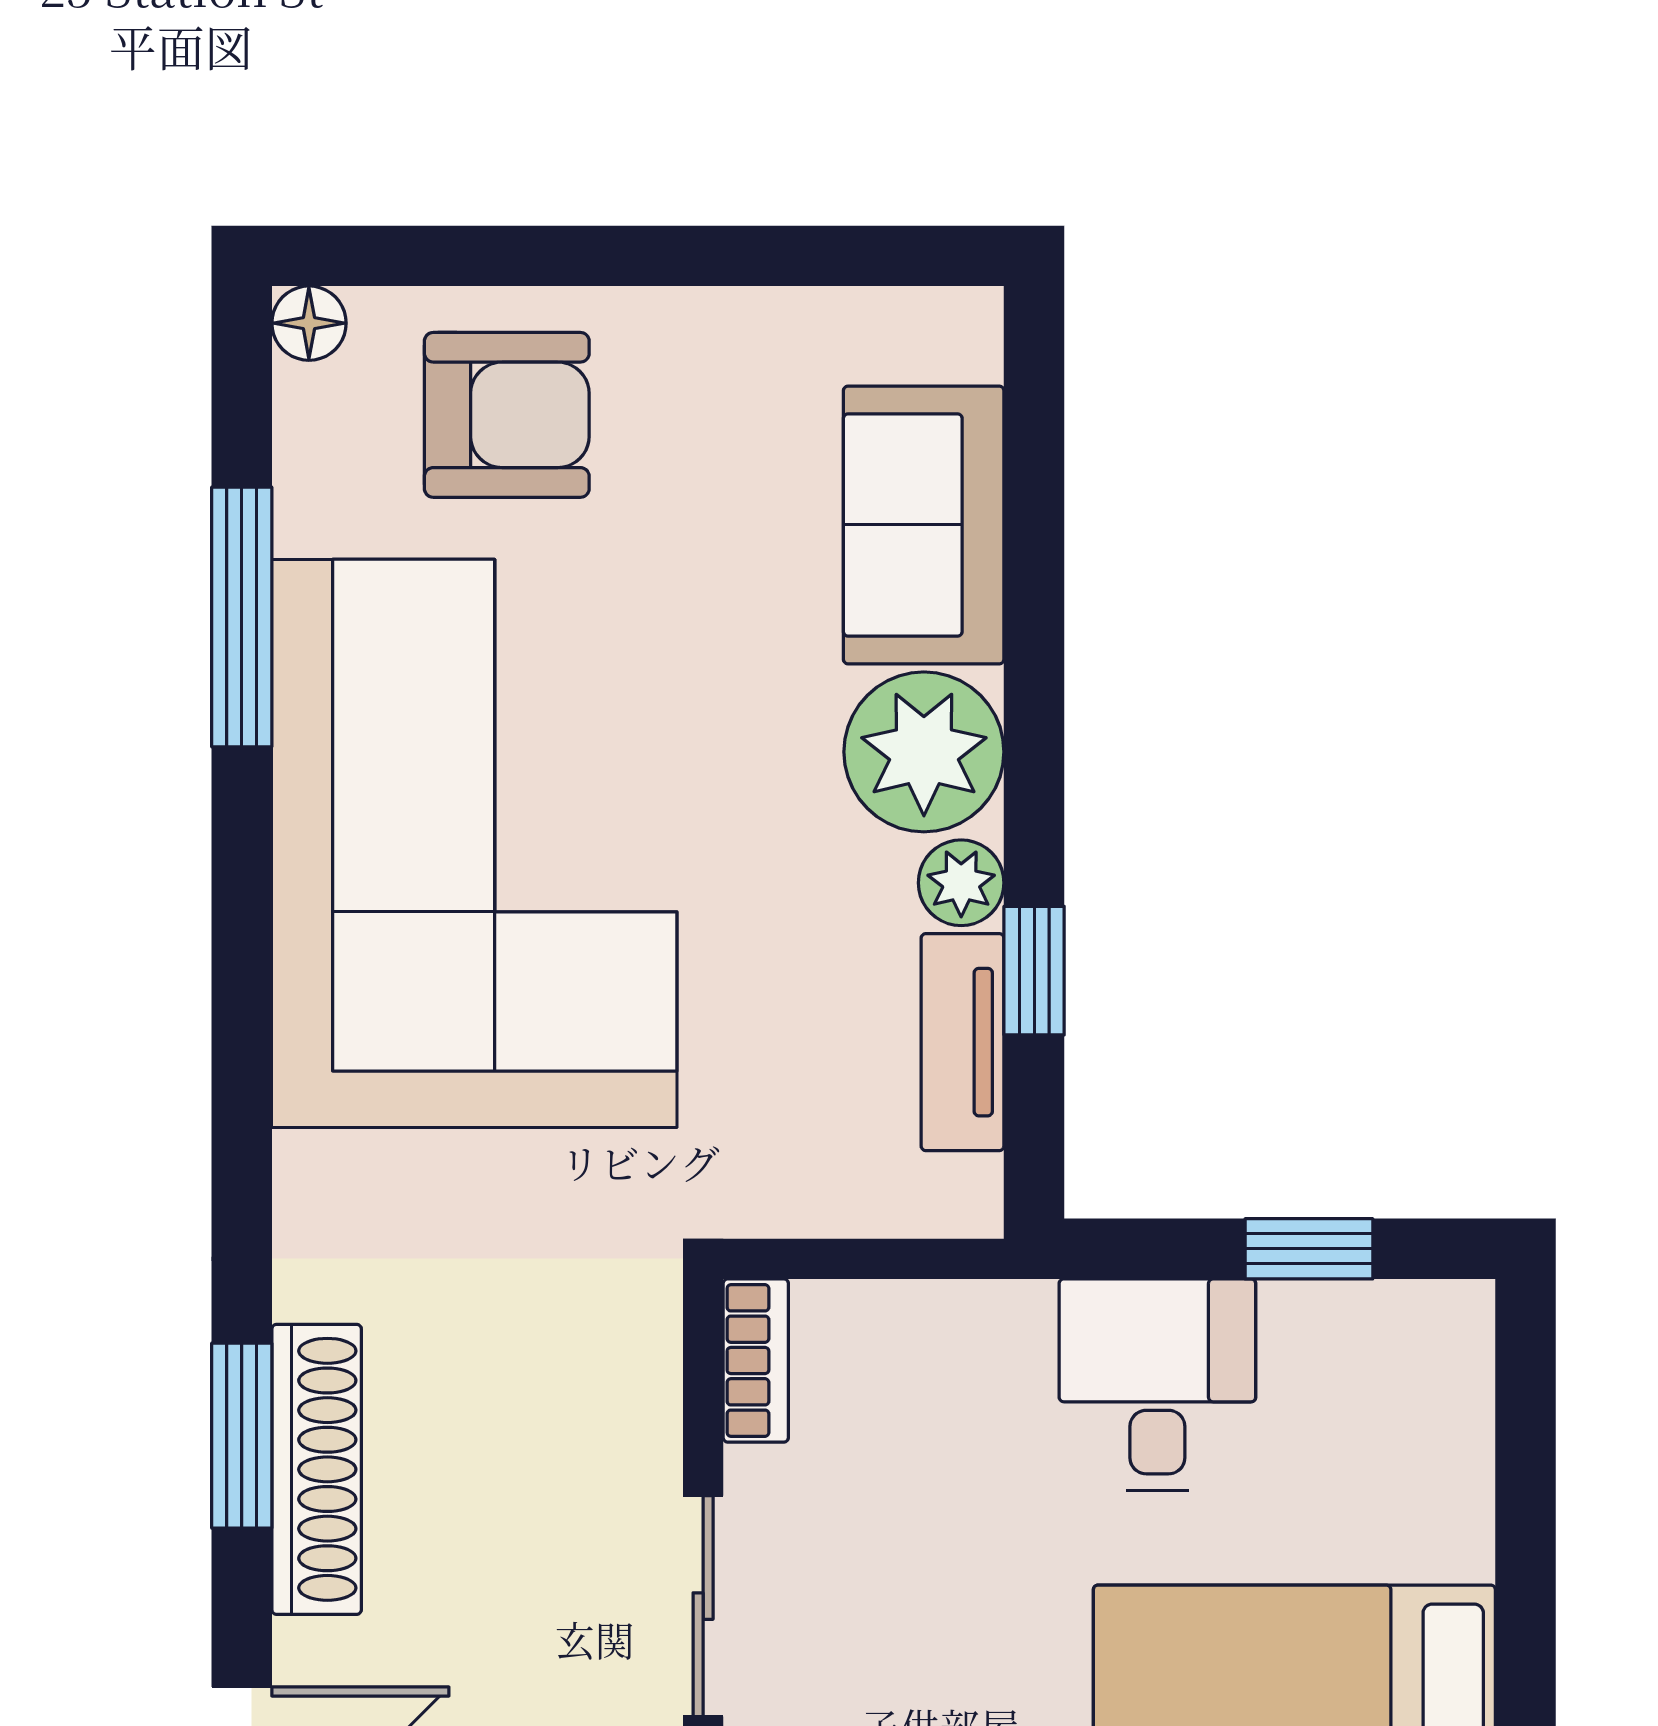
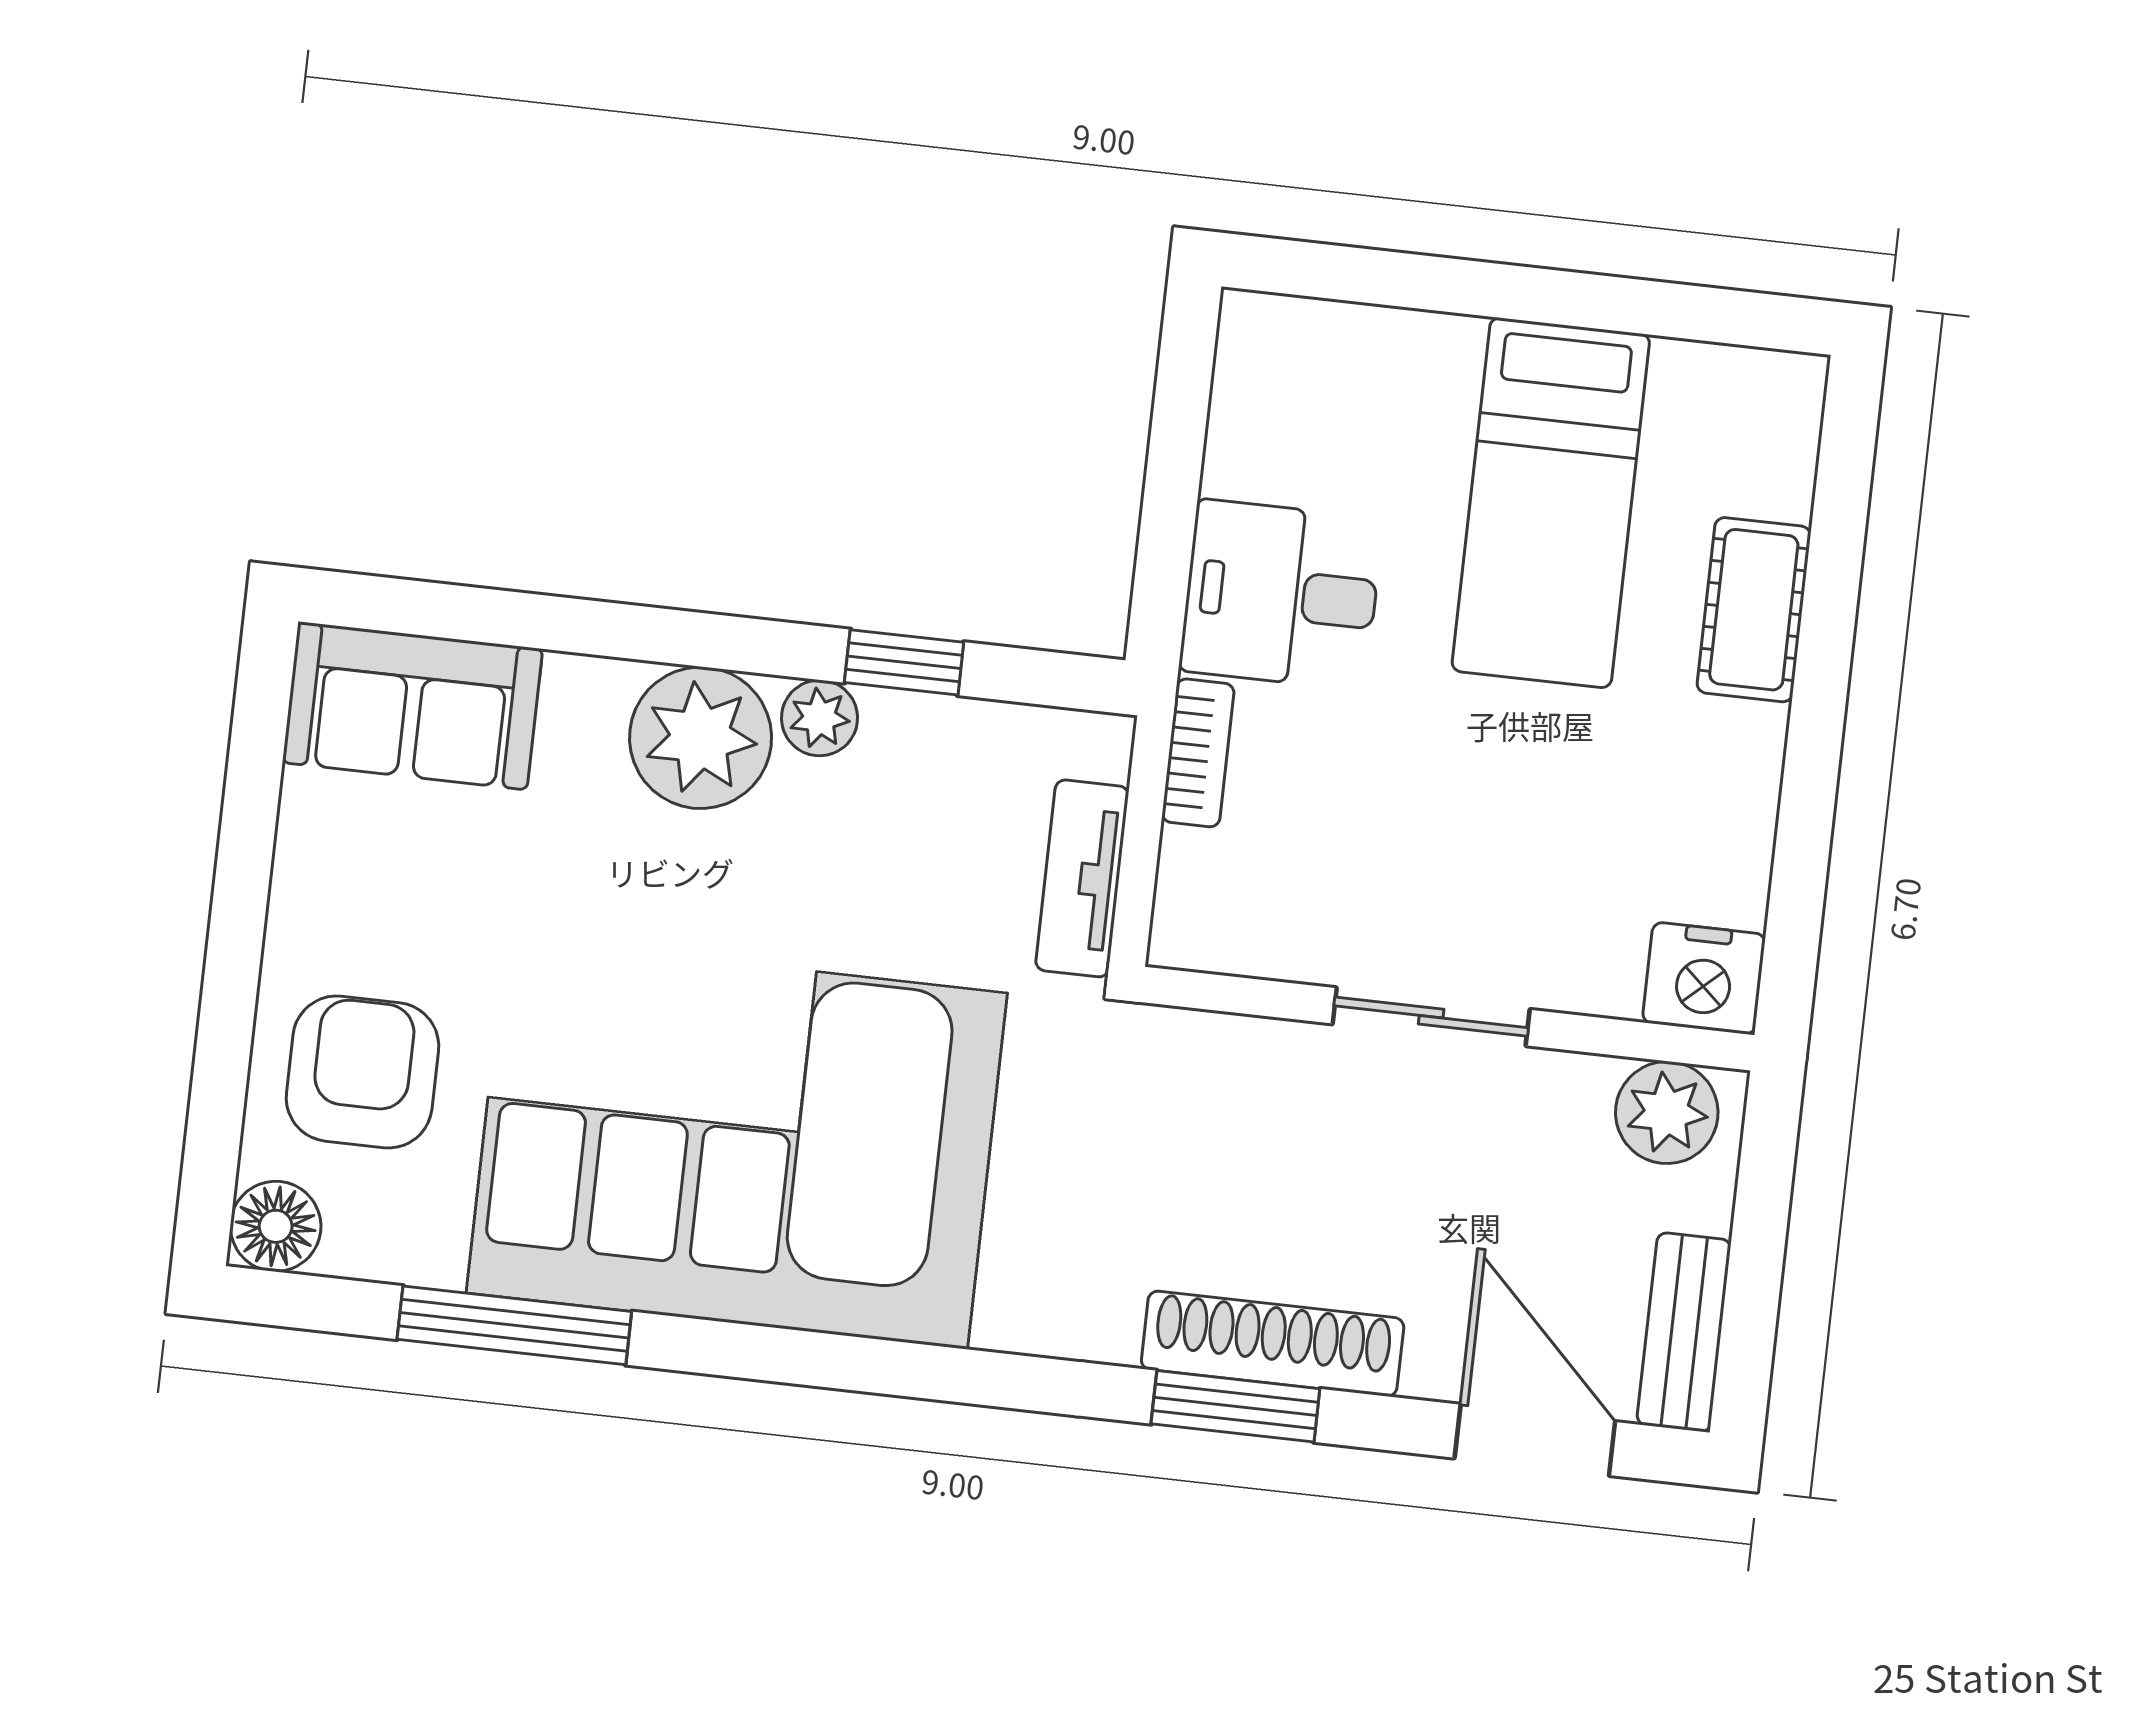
floor lamp: (309, 323) -> (276, 1226), width x1.37, depth x1.37
sofa: (924, 525) -> (412, 706), moved
tv unit: (963, 1042) -> (1082, 878), moved, turned 90
window: (1309, 1249) -> (1176, 448), removed
bookcase: (756, 1360) -> (1198, 753), moved, turned 90

